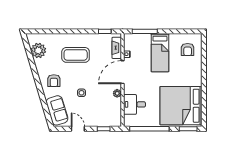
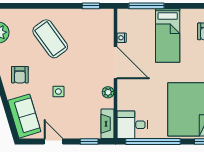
fireplace: (117, 48) -> (107, 124), moved
coffee table: (76, 55) -> (50, 39), turned 54
door: (123, 72) -> (116, 63), swing flipped
desk: (135, 104) -> (132, 125), moved

